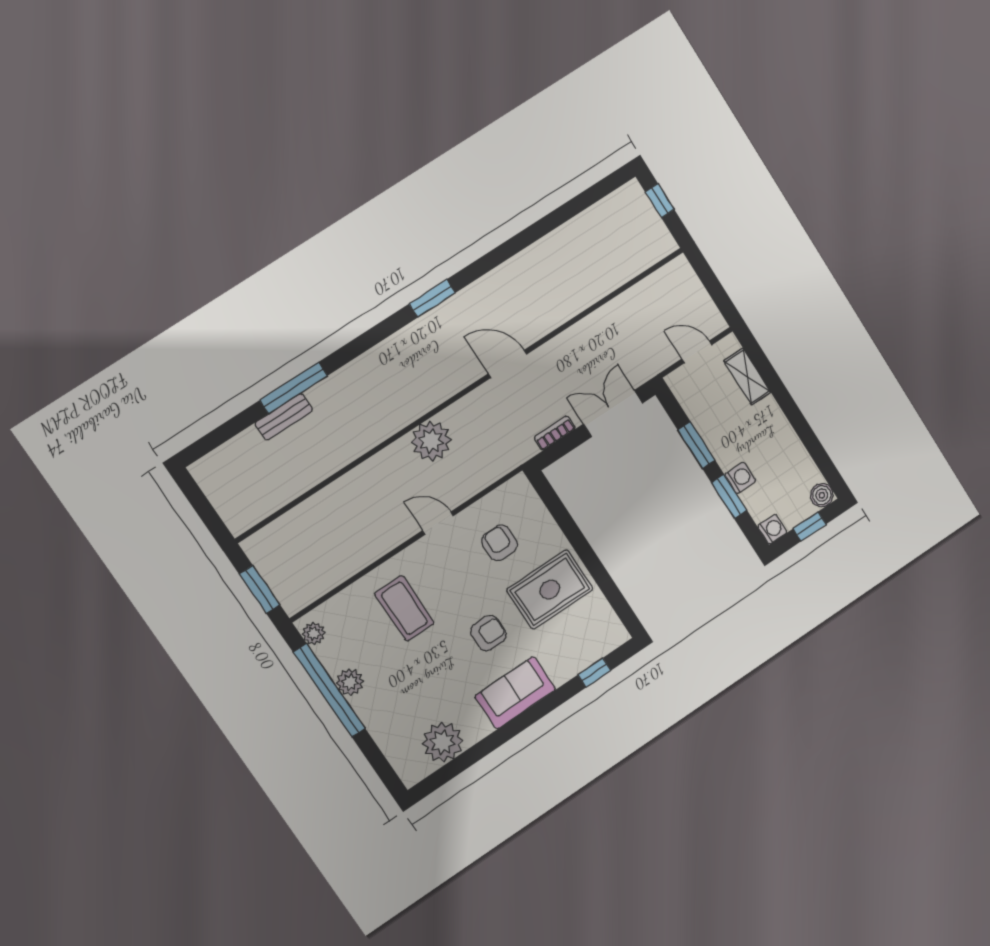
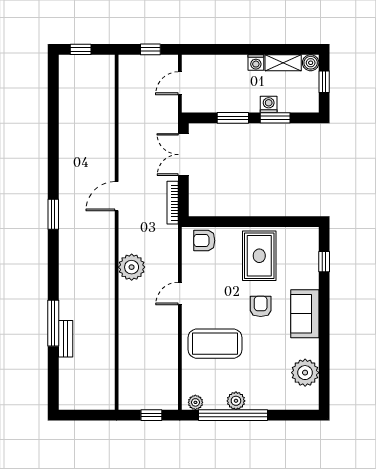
window: (715, 288) -> (150, 49), added
shelving: (747, 377) -> (283, 63), moved
bookcase: (555, 433) -> (173, 203), width x1.56
washing machine: (772, 529) -> (256, 62), moved, turned 180
armchair: (500, 543) -> (204, 241), moved
window: (260, 589) -> (151, 415), width x0.67
coffee table: (404, 608) -> (215, 344), width x1.36, depth x1.32

